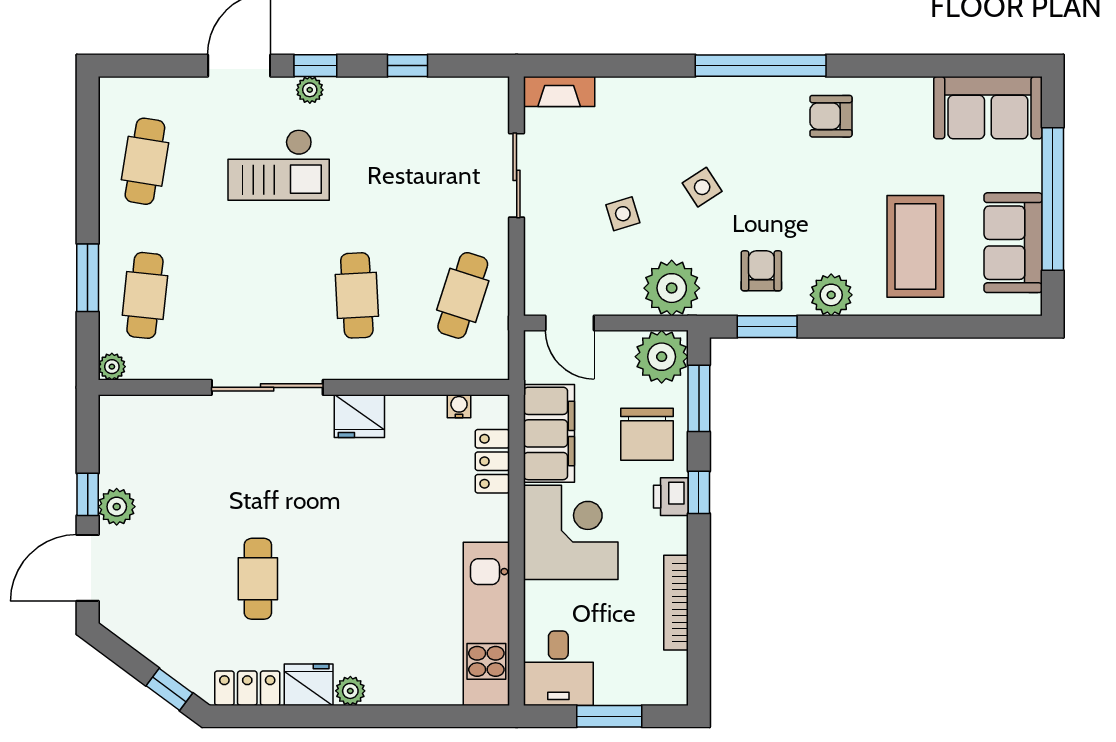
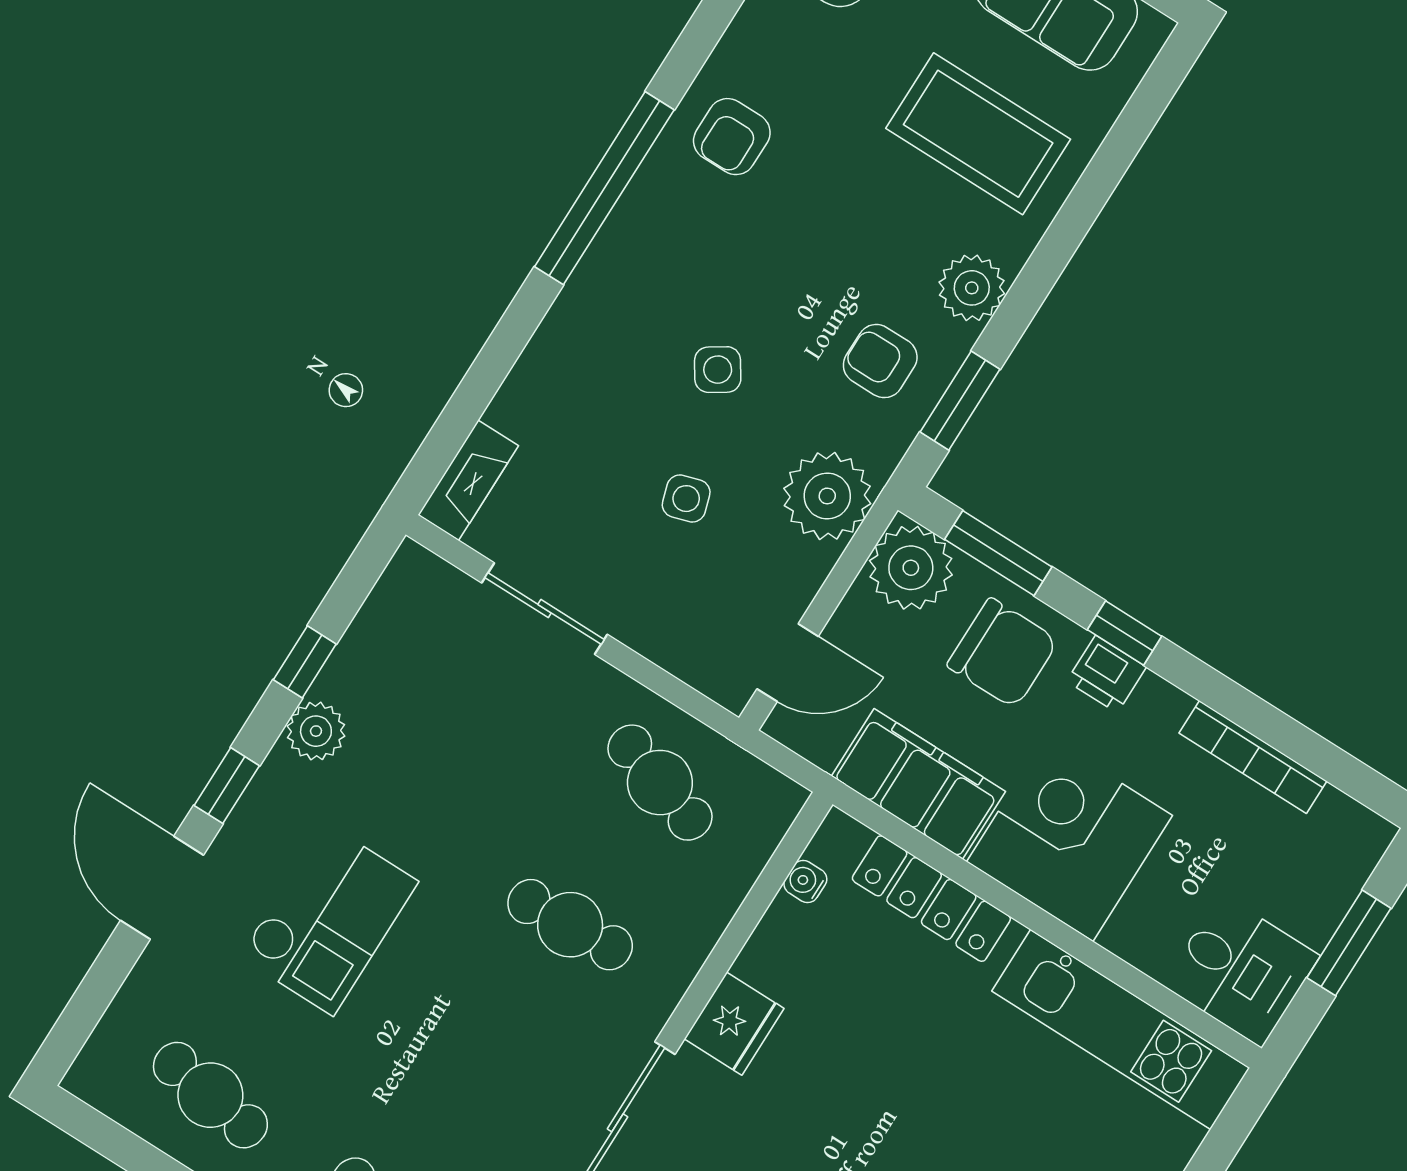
plant: (310, 90) -> (316, 731), moved, width x1.38, depth x1.38
locker: (492, 461) -> (931, 899), width x1.53

